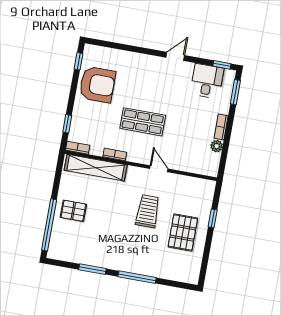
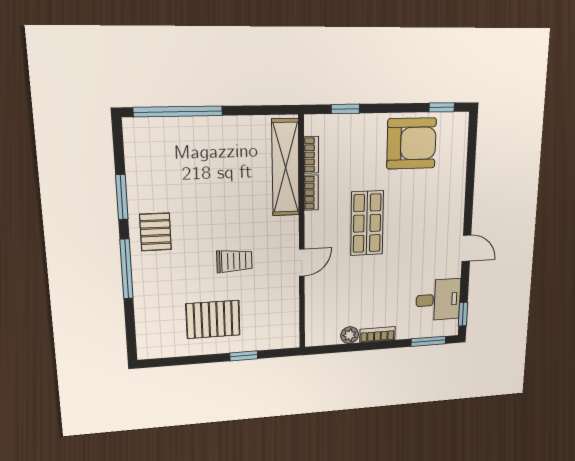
armchair: (97, 85) -> (411, 143), turned -90
bookcase: (78, 148) -> (311, 155), moved
pallet: (73, 211) -> (156, 232), moved
trolley: (148, 211) -> (234, 261), width x0.73, depth x0.72

